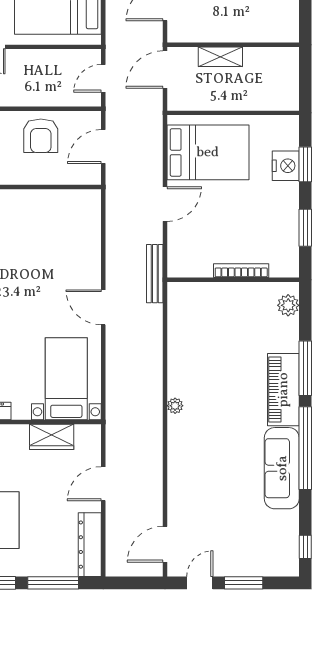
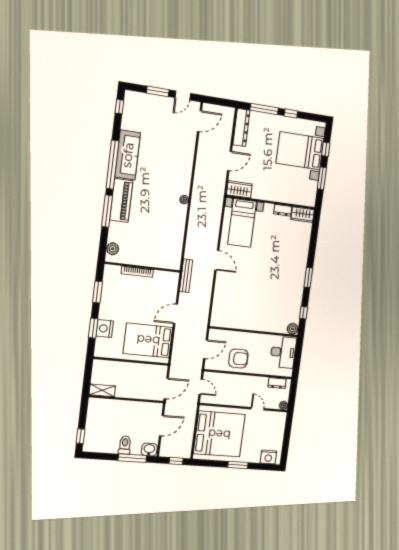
shelving: (220, 57) -> (102, 390), moved
door: (103, 78) -> (201, 387), hinge flipped
armchair: (41, 136) -> (238, 358), turned 90
wardrobe: (52, 437) -> (239, 189), moved

